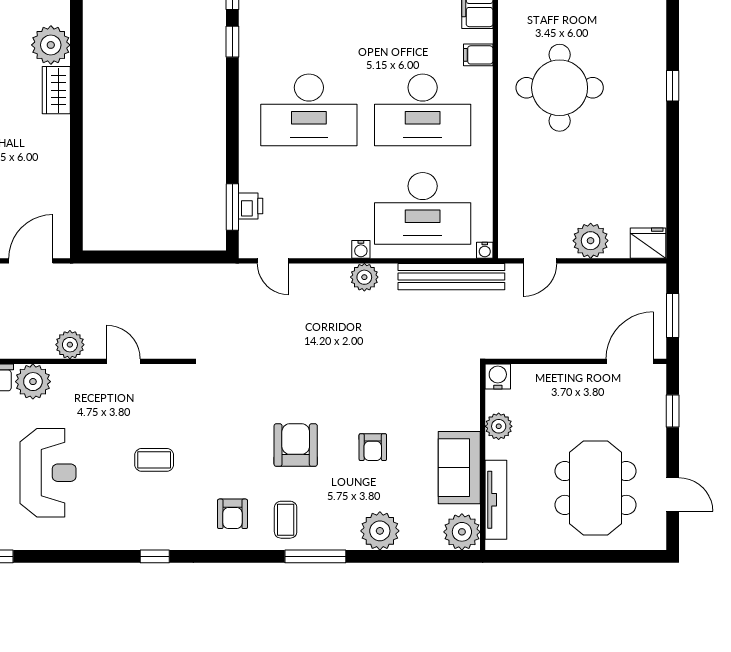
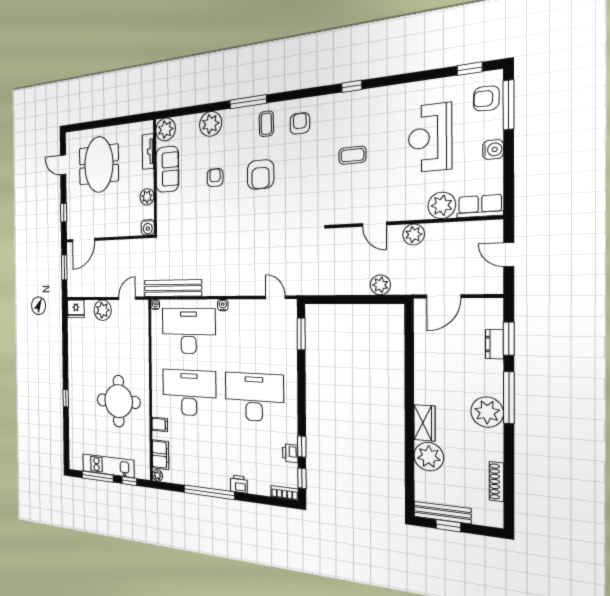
printer: (251, 206) -> (290, 453), moved
plant: (364, 277) -> (380, 285), moved
tv unit: (496, 500) -> (148, 152), width x0.71

